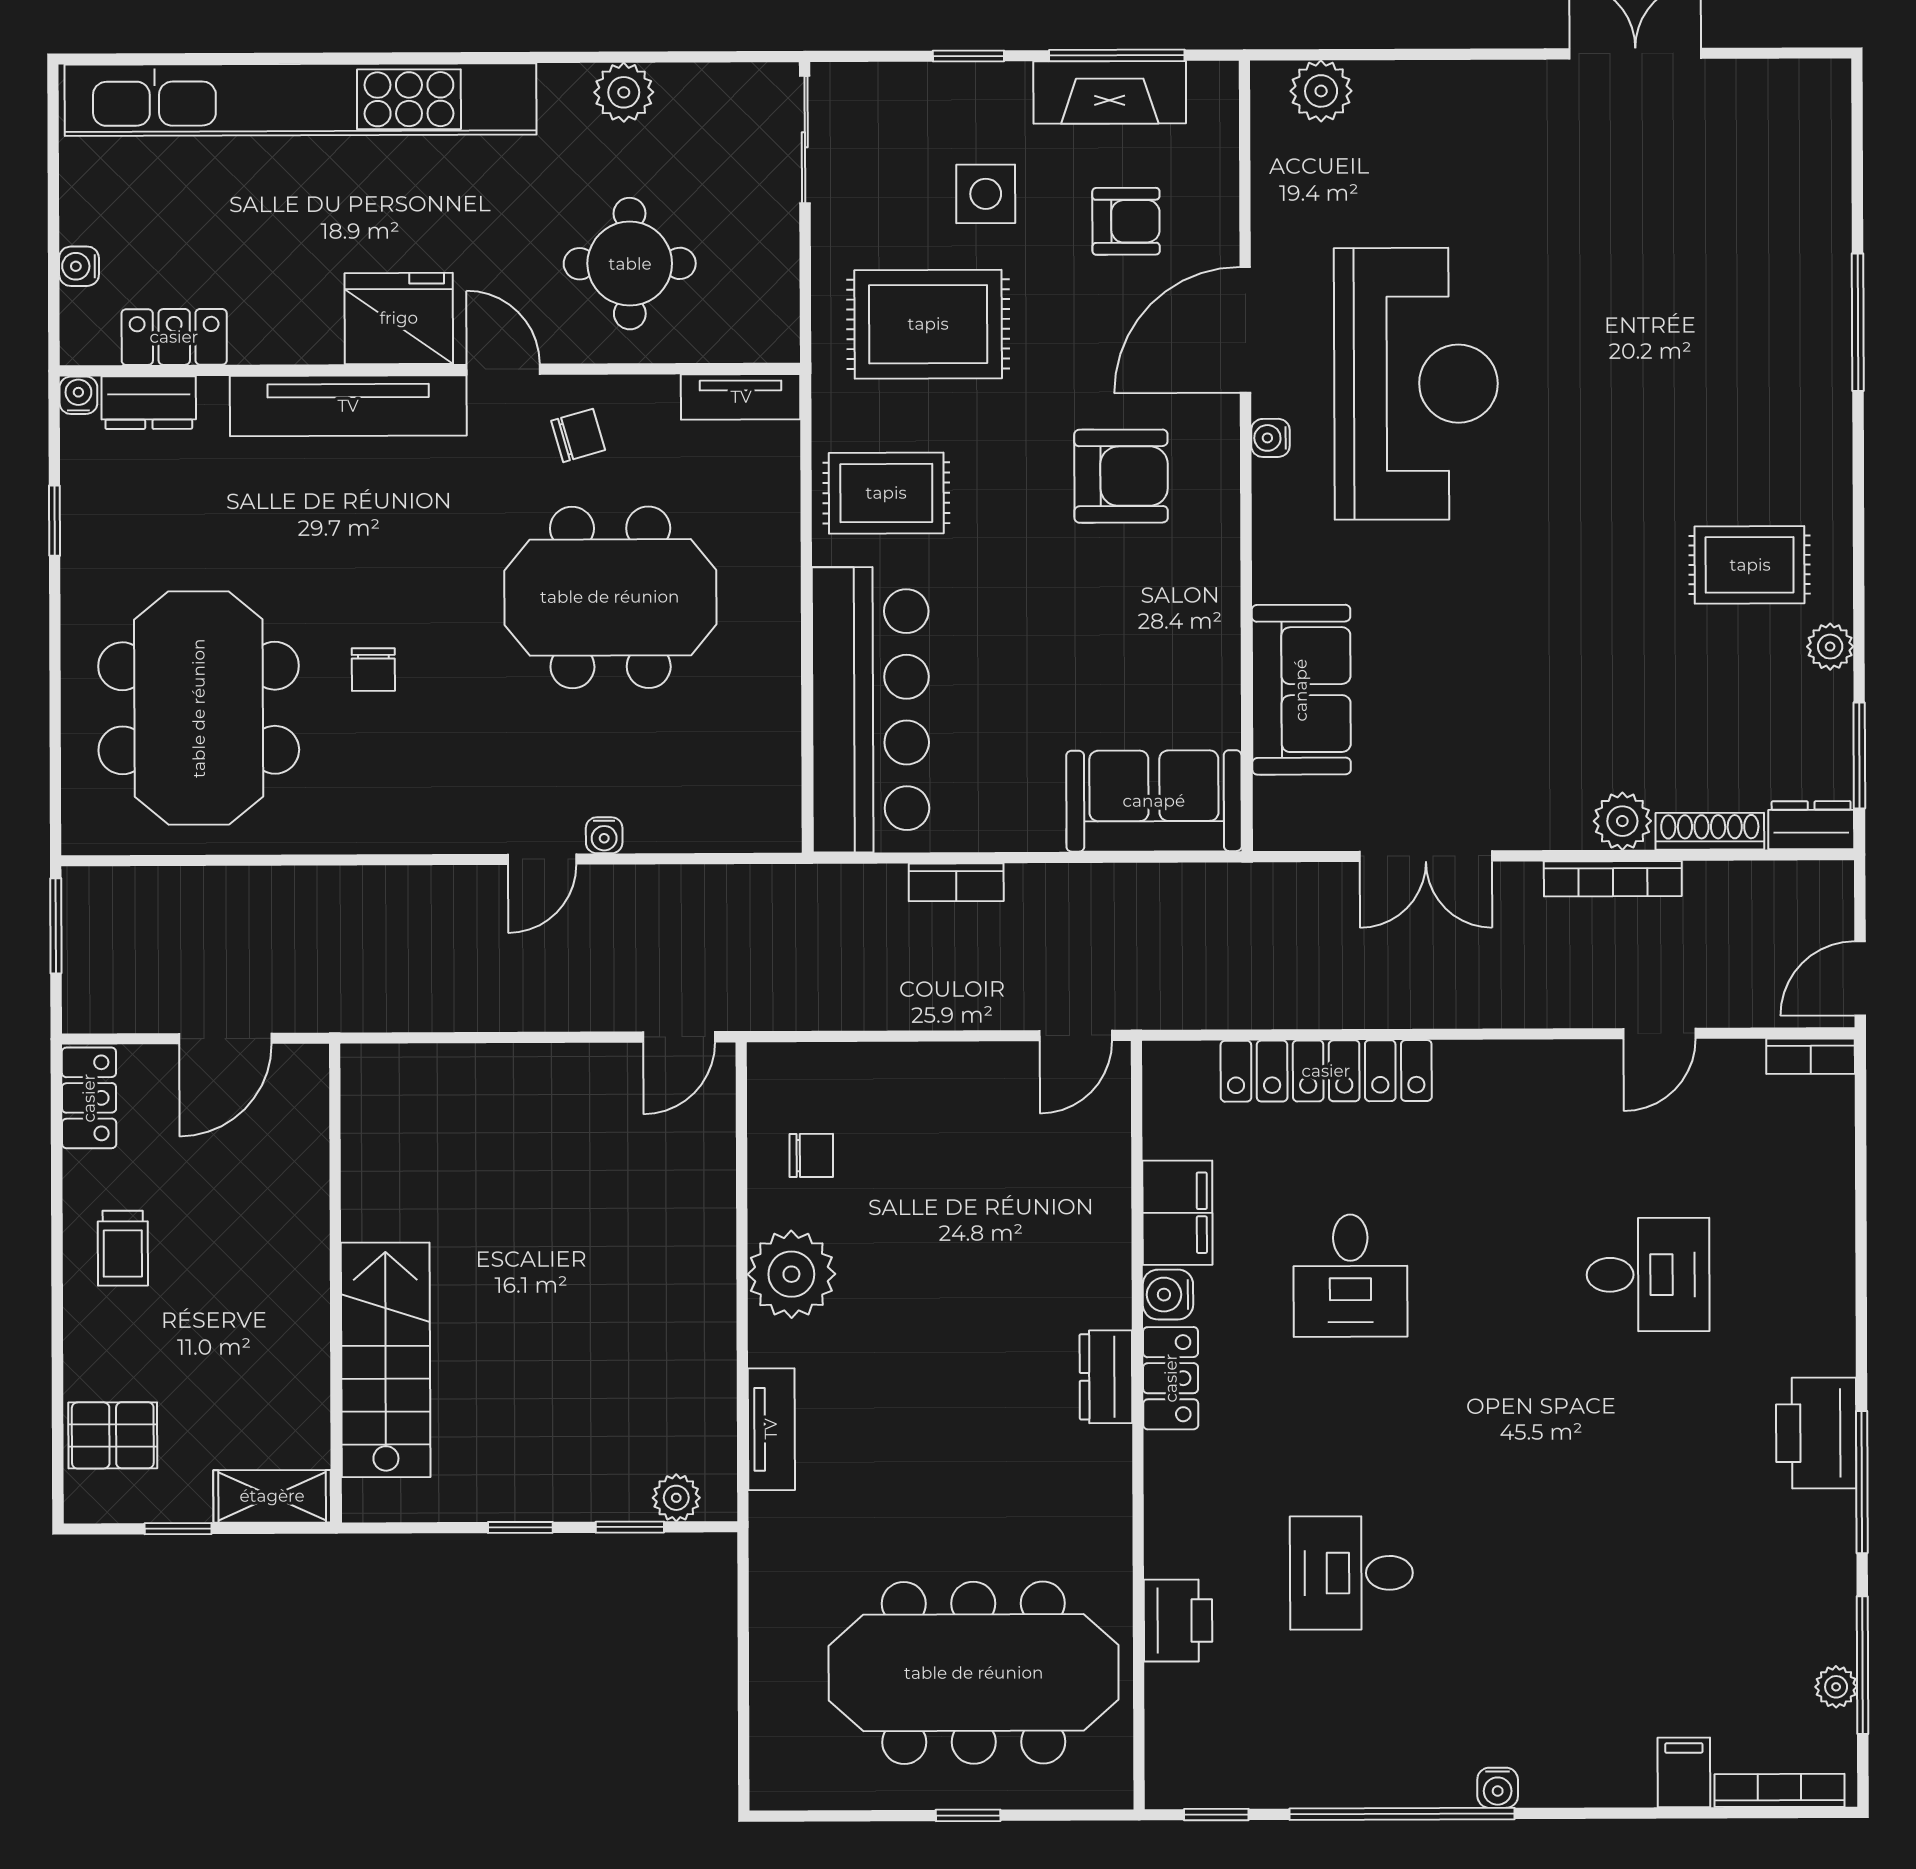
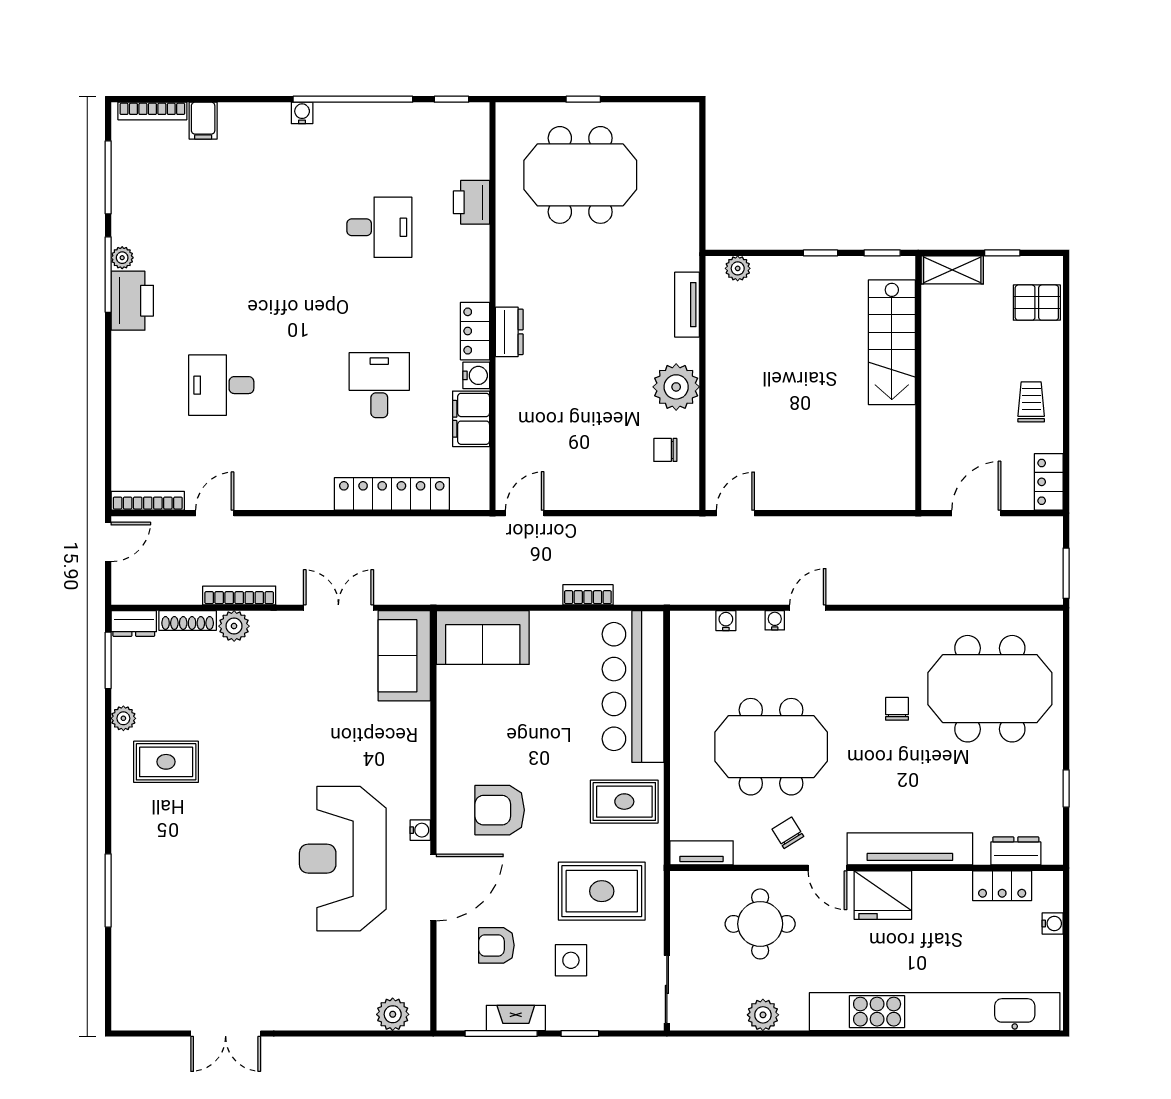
fireplace: (1110, 92) -> (516, 1018), width x0.73, depth x0.76
water cooler: (78, 395) -> (726, 621), moved, turned 180
chair: (578, 435) -> (788, 833), turned 74
sofa: (1301, 690) -> (404, 656), moved
meeting table: (199, 708) -> (990, 689), turned 90
bookcase: (1811, 1056) -> (148, 501), width x1.56
window: (630, 1527) -> (882, 253), moved
meeting table: (974, 1673) -> (580, 175), width x0.73
plant: (1836, 1687) -> (122, 258), moved

